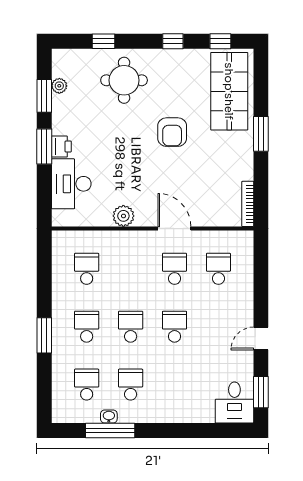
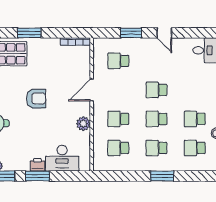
armchair: (172, 132) -> (36, 99), moved
school desk: (175, 269) -> (118, 119), moved
window: (261, 392) -> (131, 33), moved

